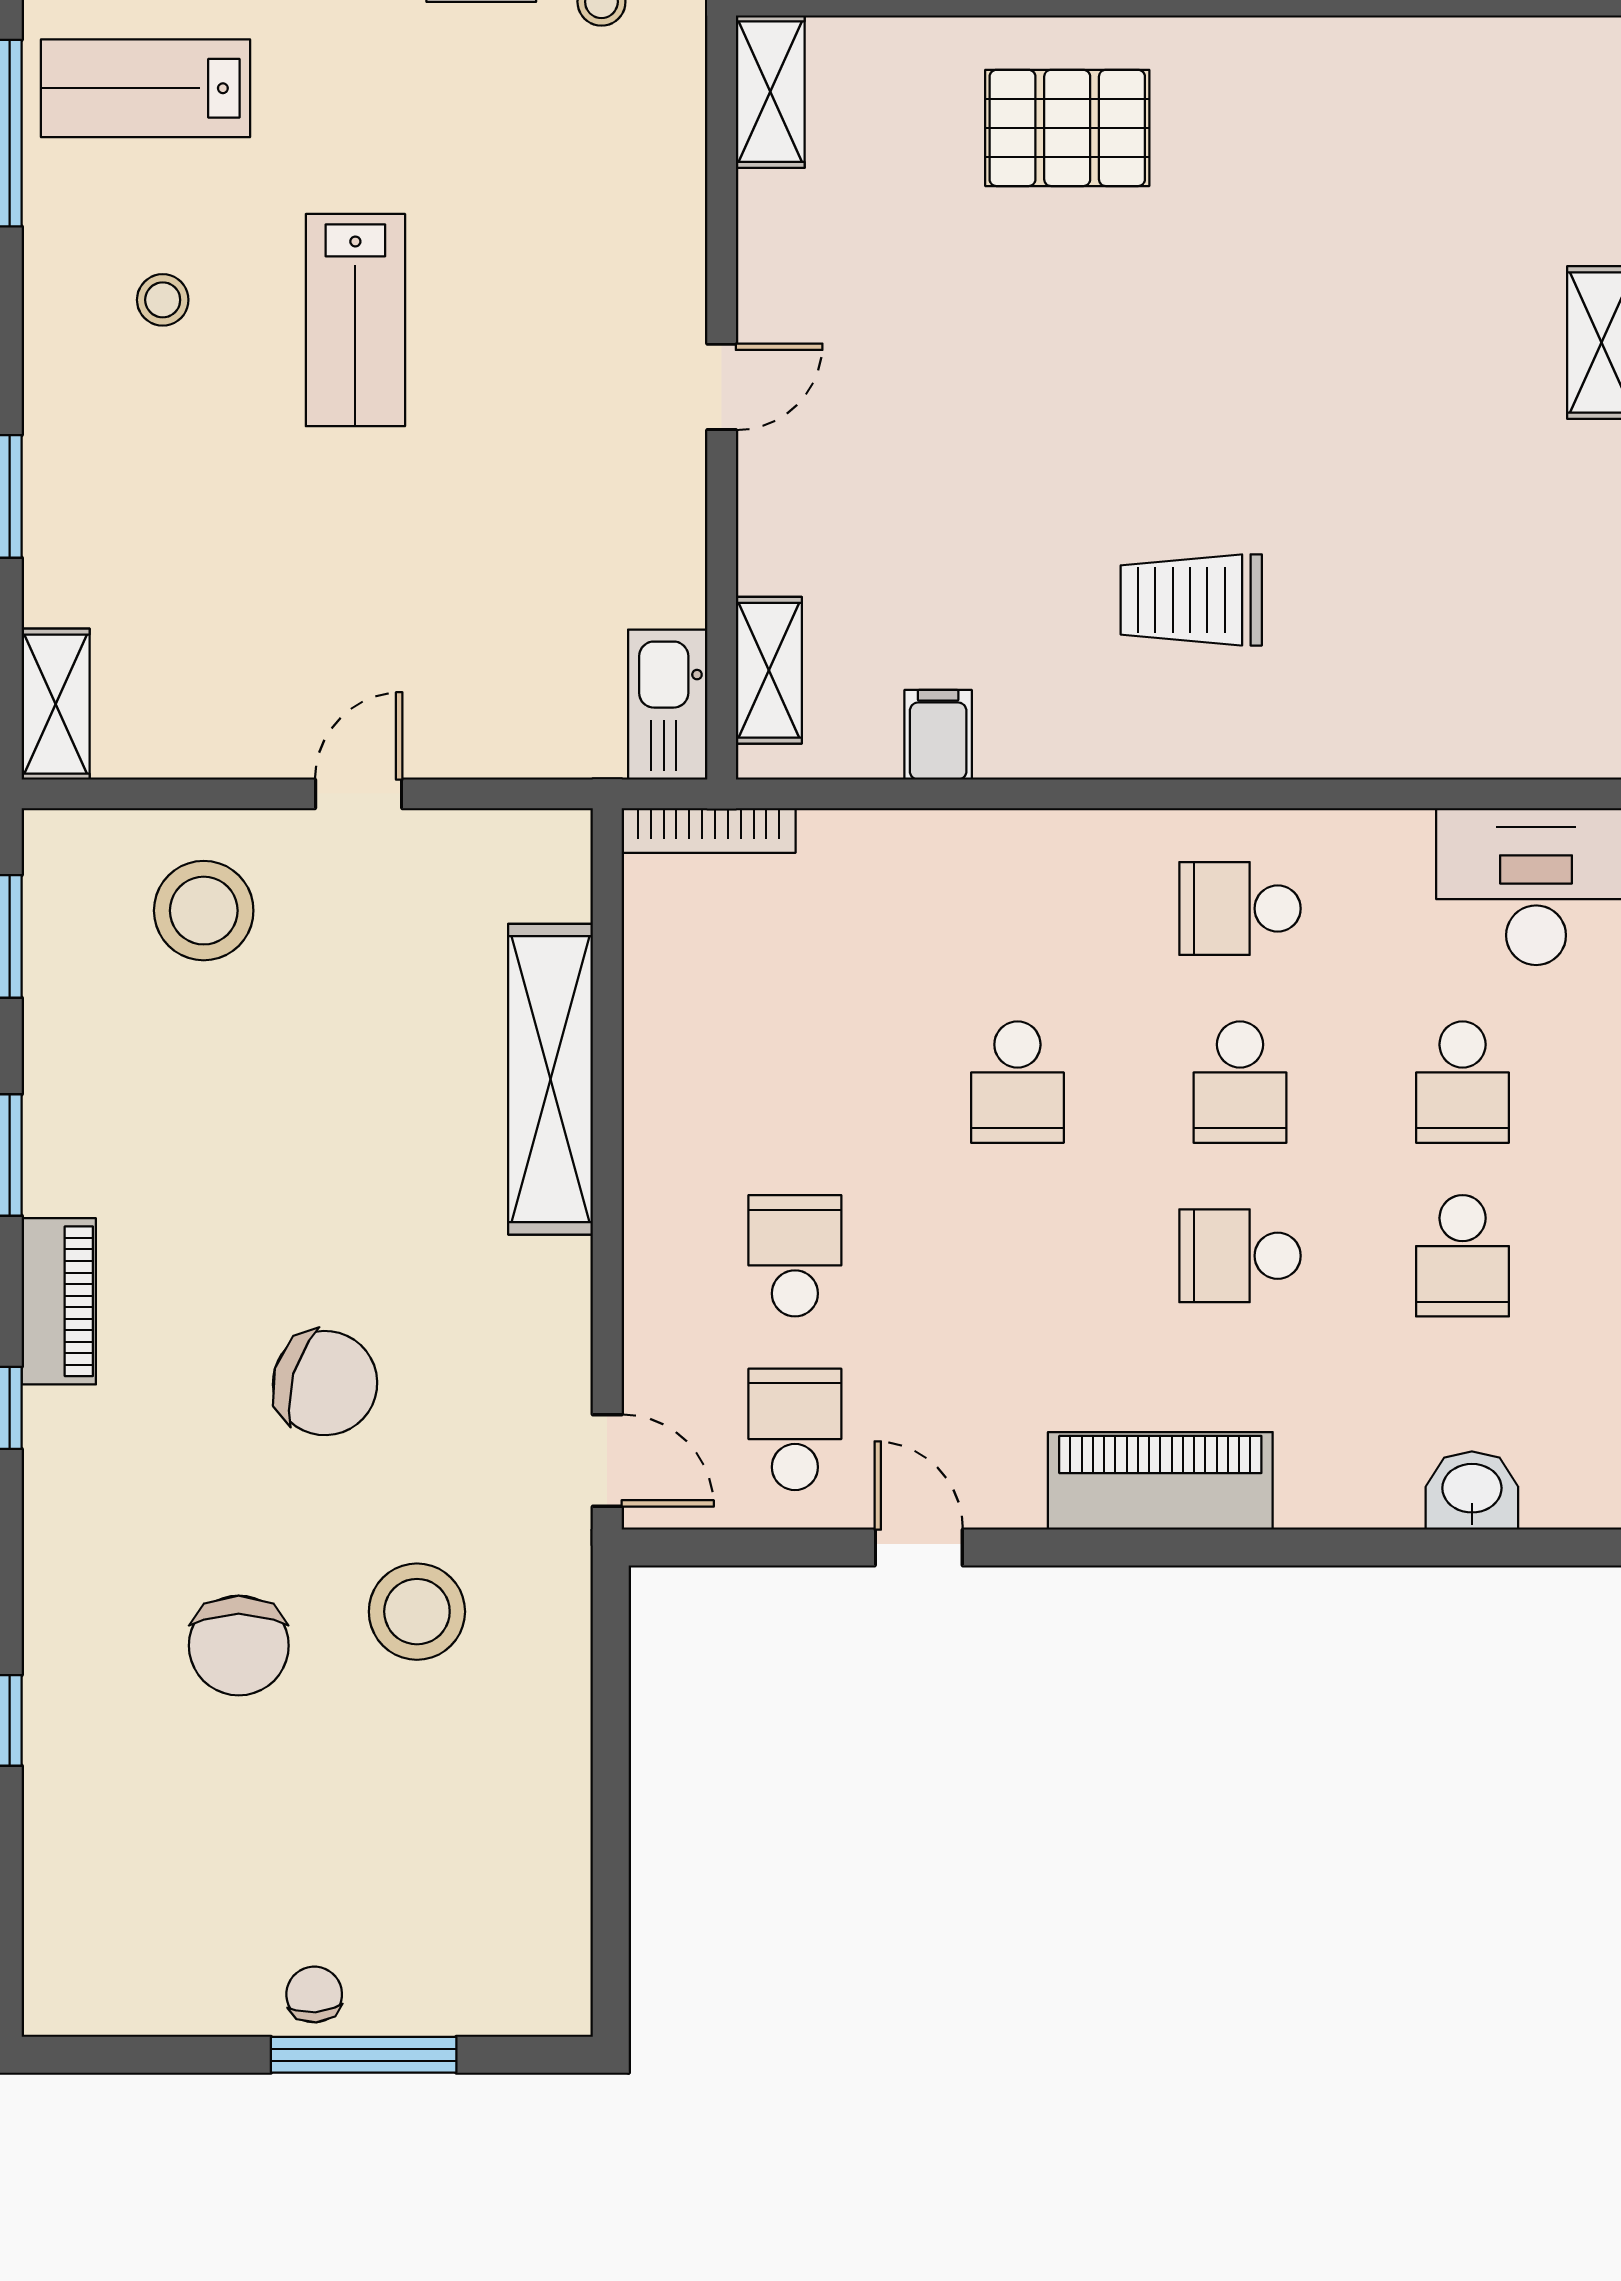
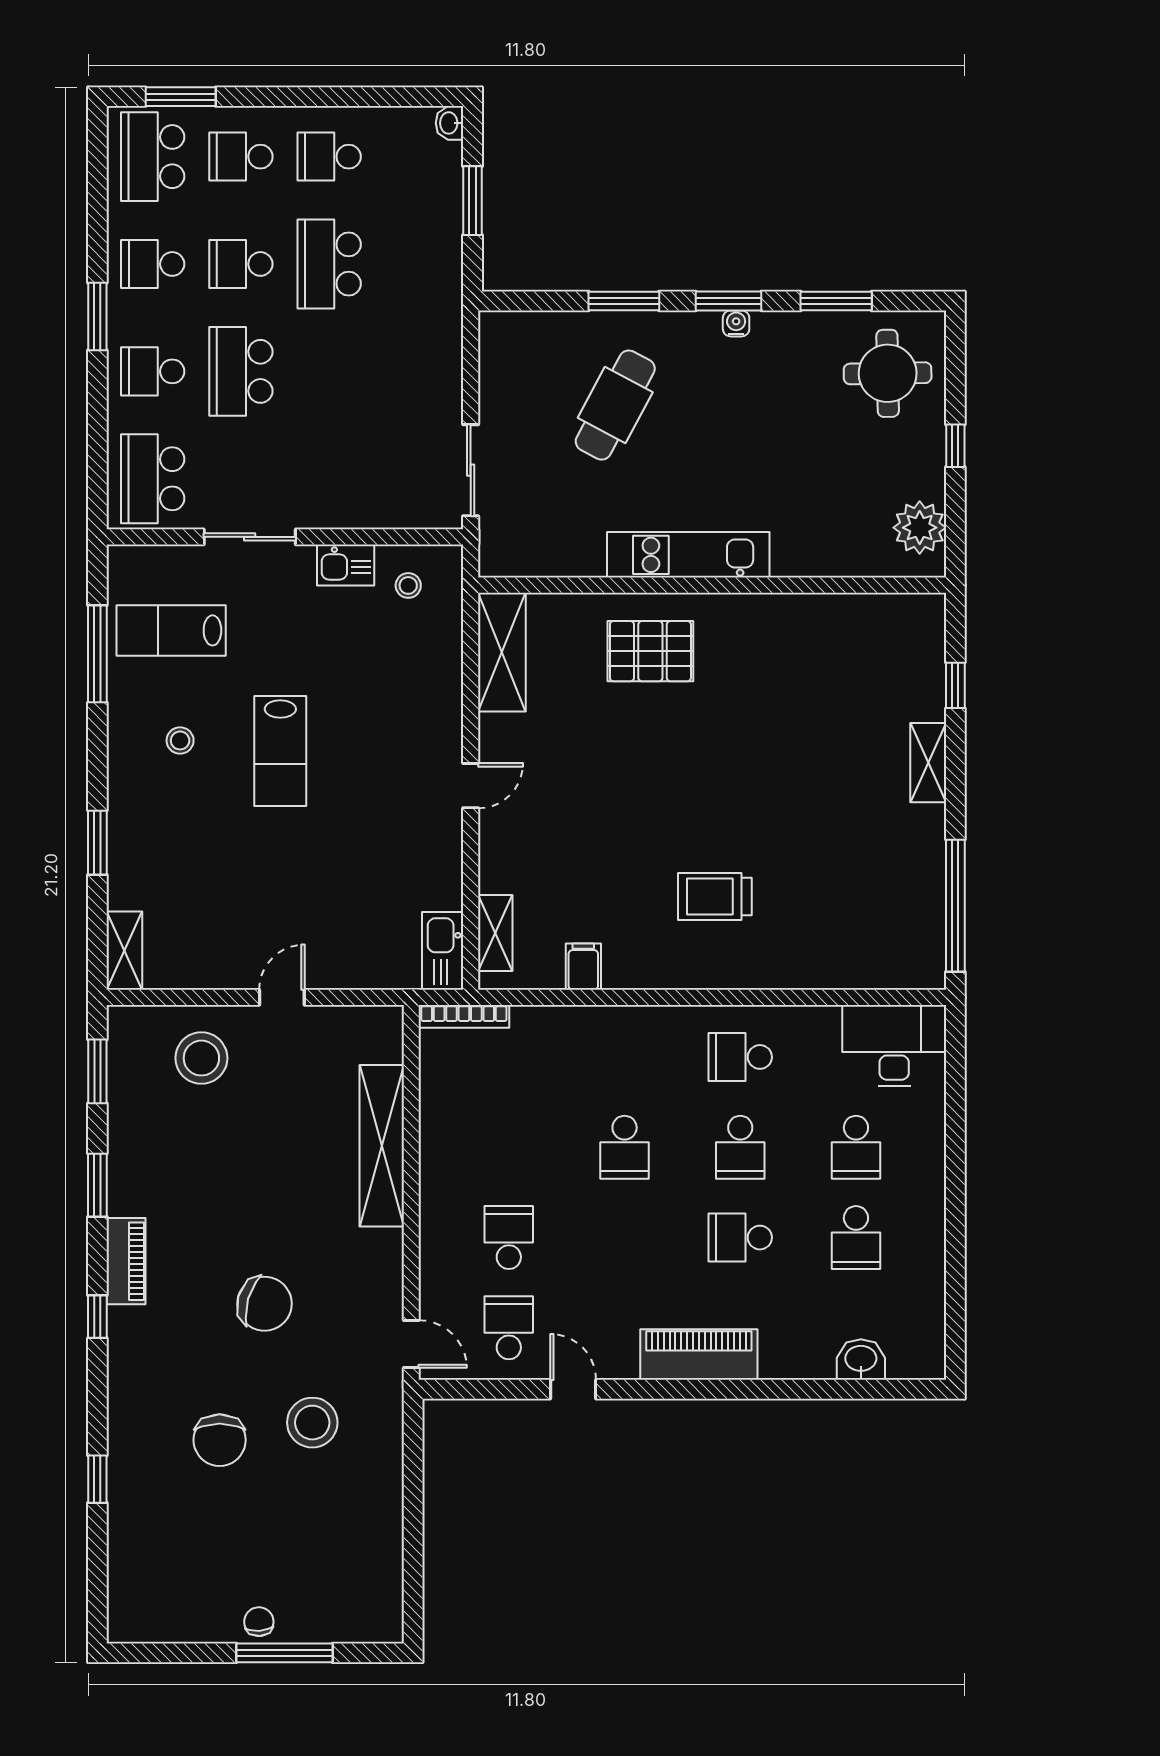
shelving: (770, 92) -> (502, 652), width x1.50, depth x1.33

